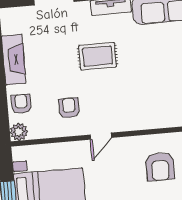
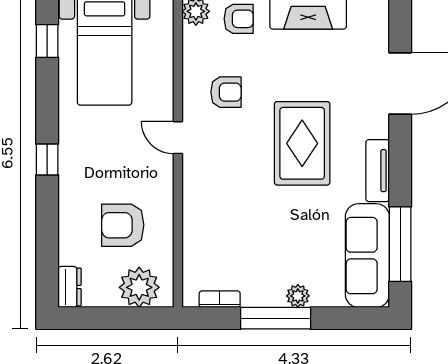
rug: (97, 56) -> (302, 143), width x1.36, depth x1.43

